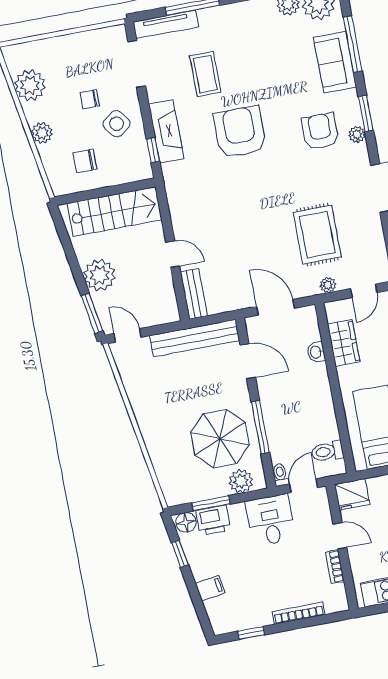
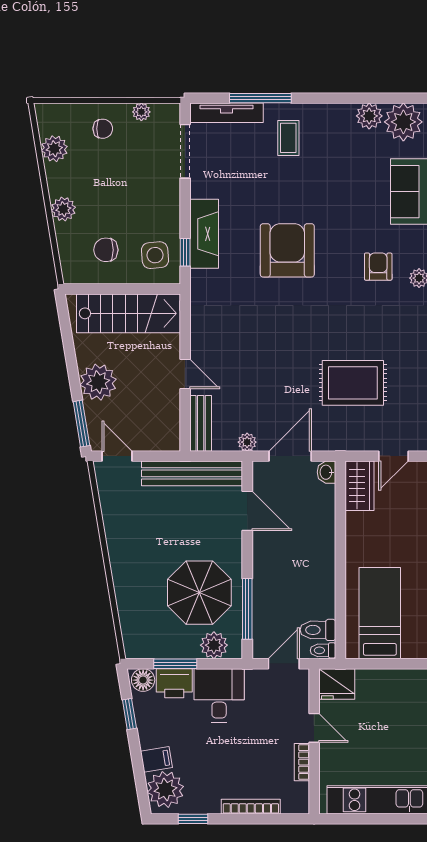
plant: (93, 37) -> (141, 112), added
coffee table: (205, 74) -> (288, 138), moved, width x0.73, depth x0.77
plant: (30, 85) -> (54, 149), width x0.73, depth x0.73
chair: (90, 99) -> (103, 129), moved, turned 180
side table: (117, 124) -> (155, 255), moved, turned 32
armchair: (320, 131) -> (378, 267), width x0.72, depth x0.72
rug: (317, 235) -> (353, 383), turned 90
plant: (328, 285) -> (247, 442), moved
door: (276, 307) -> (290, 456), hinge flipped
wardrobe: (344, 343) -> (360, 486), moved
washbasin: (316, 352) -> (326, 472), moved
window: (260, 427) -> (247, 609), moved
toilet: (280, 475) -> (323, 650), moved, turned -90
desk: (271, 520) -> (219, 695), moved
plant: (223, 612) -> (165, 789), added

